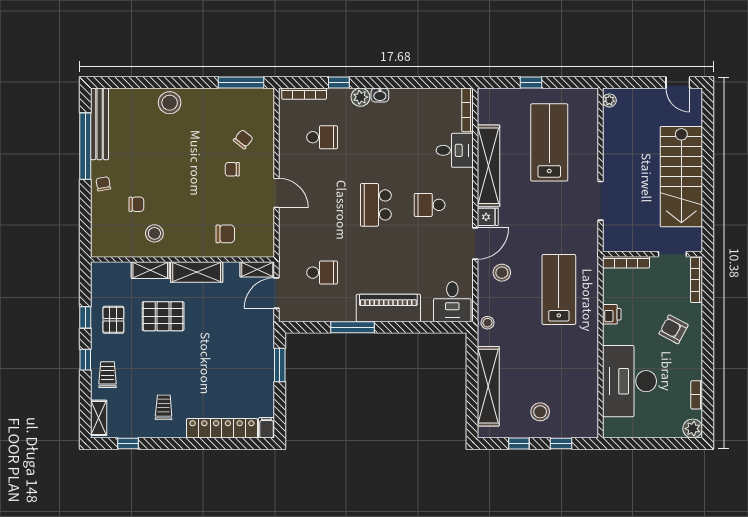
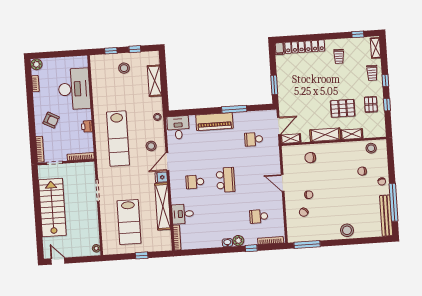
school desk: (430, 205) -> (195, 182), turned 180
stool: (154, 233) -> (371, 148), moved
lab bench: (559, 289) -> (118, 139), width x1.36
shelving: (488, 386) -> (155, 81), width x0.68

